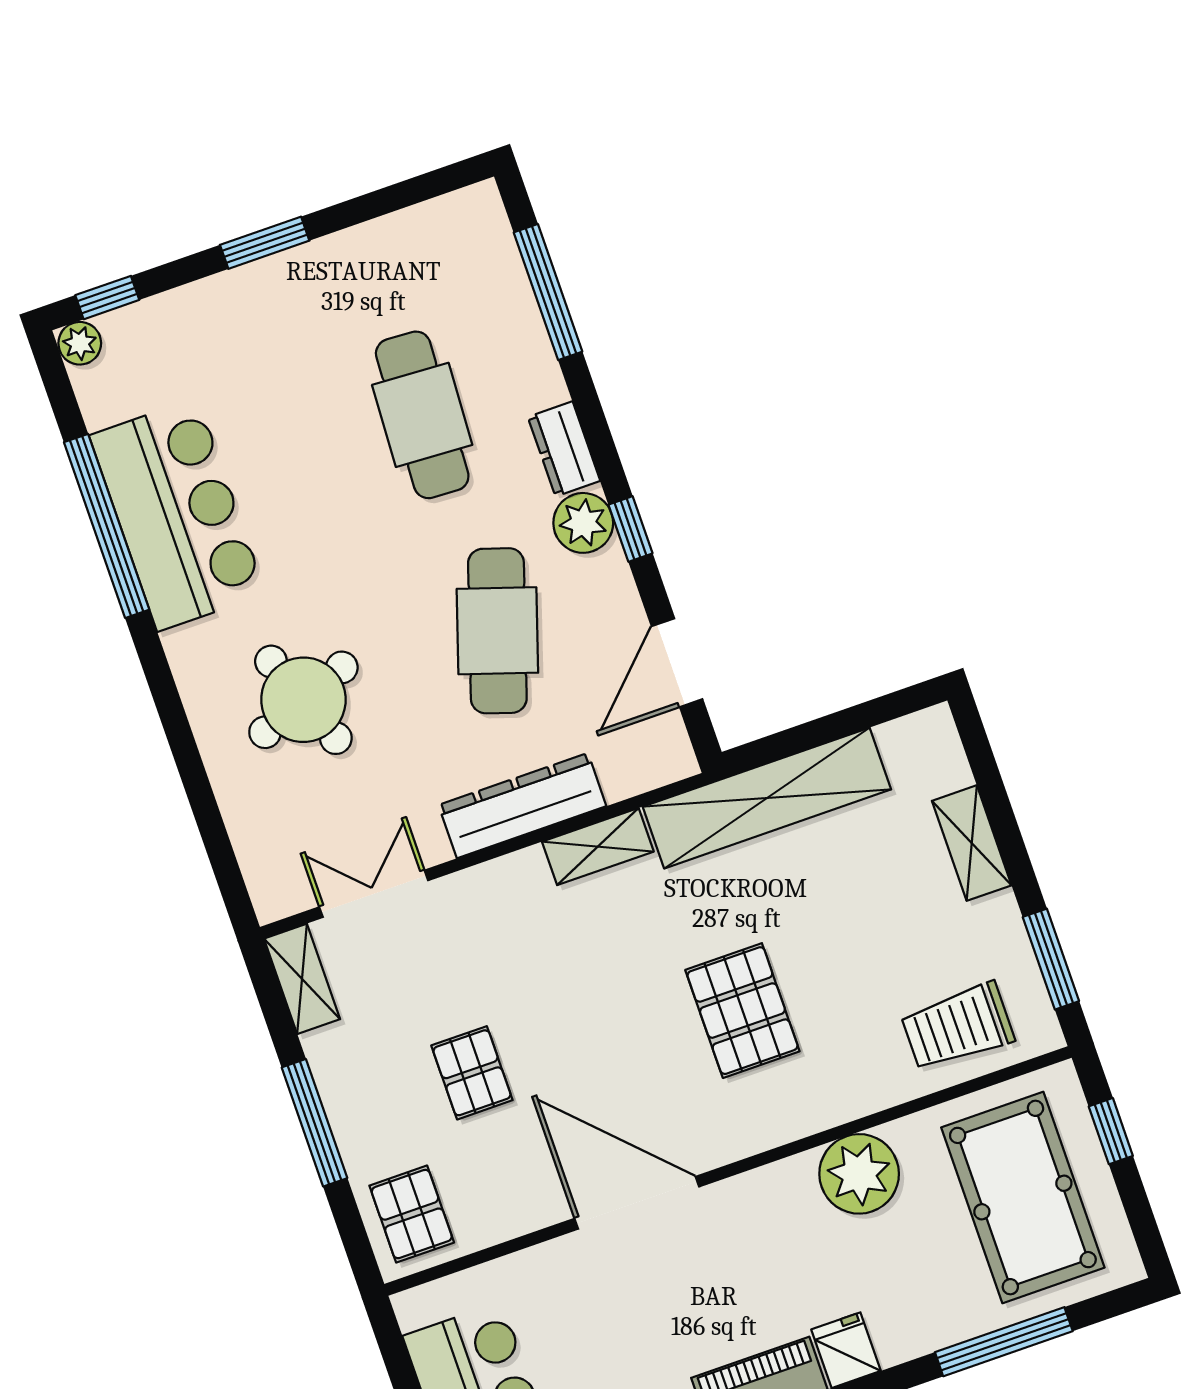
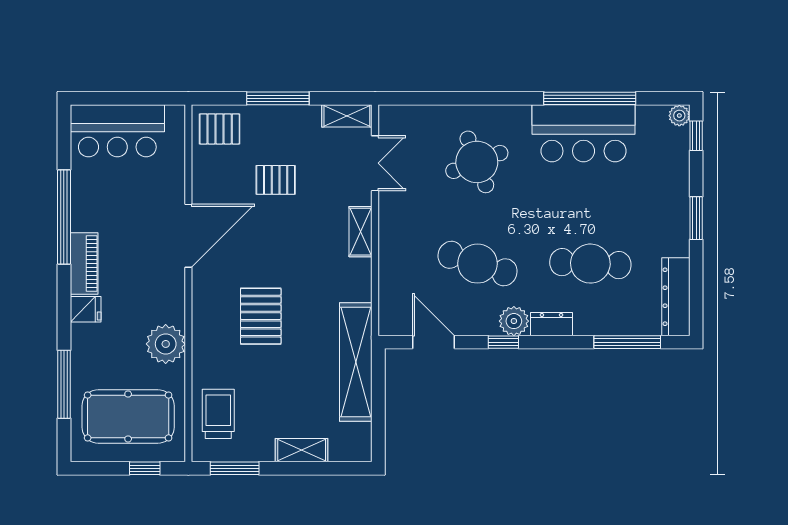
dresser: (522, 806) -> (676, 297), moved, turned 180
shelving: (598, 847) -> (361, 232), moved
pallet: (742, 1011) -> (261, 316), turned 90

